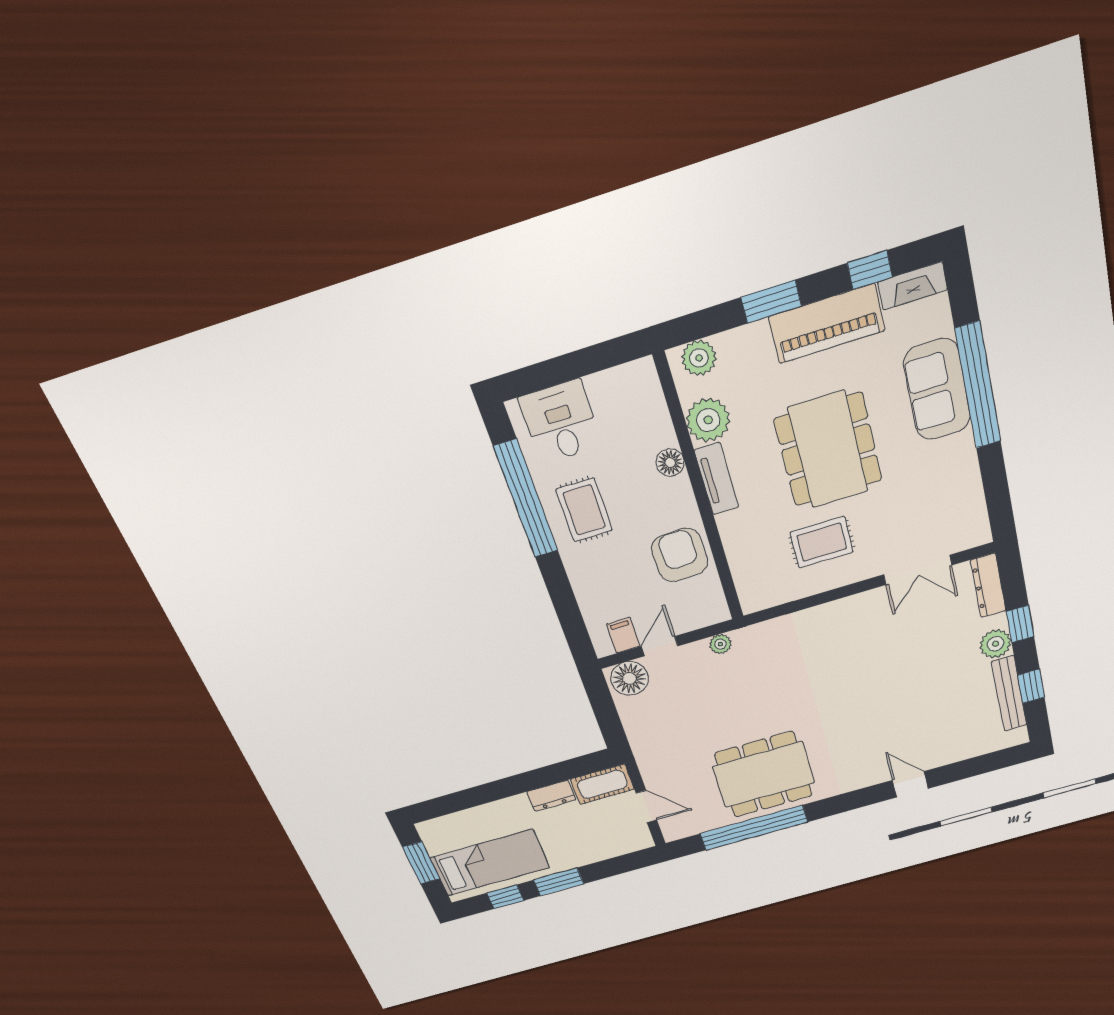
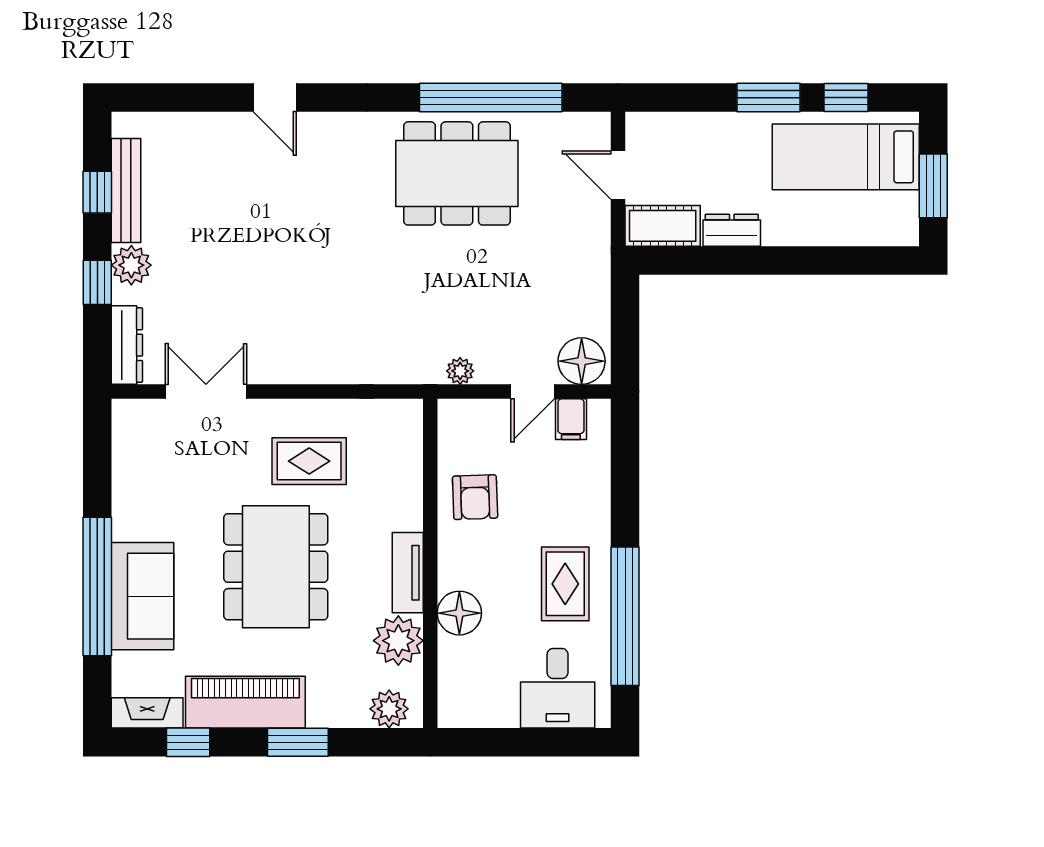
floor lamp: (670, 463) -> (459, 613), width x1.38, depth x1.38
armchair: (680, 555) -> (475, 497), width x0.72, depth x0.72

